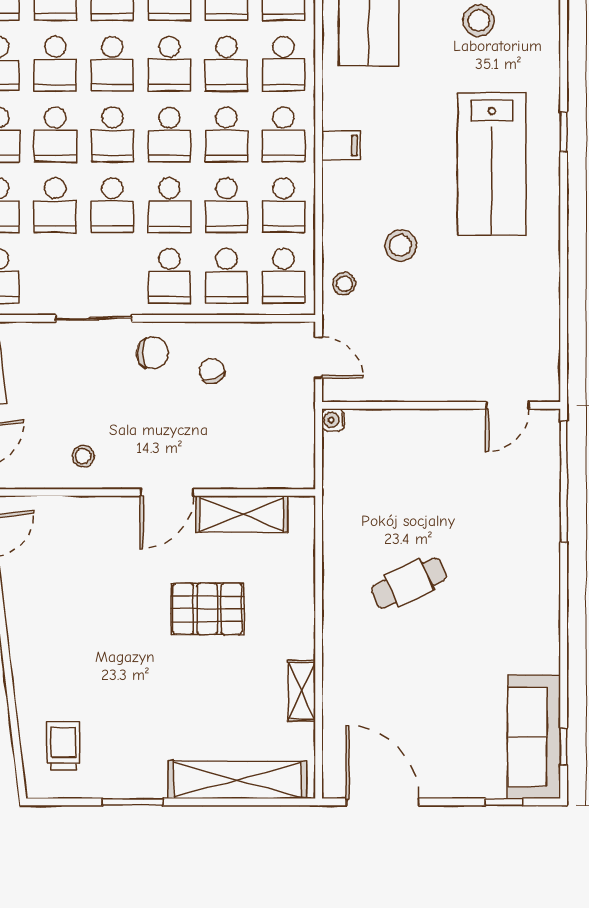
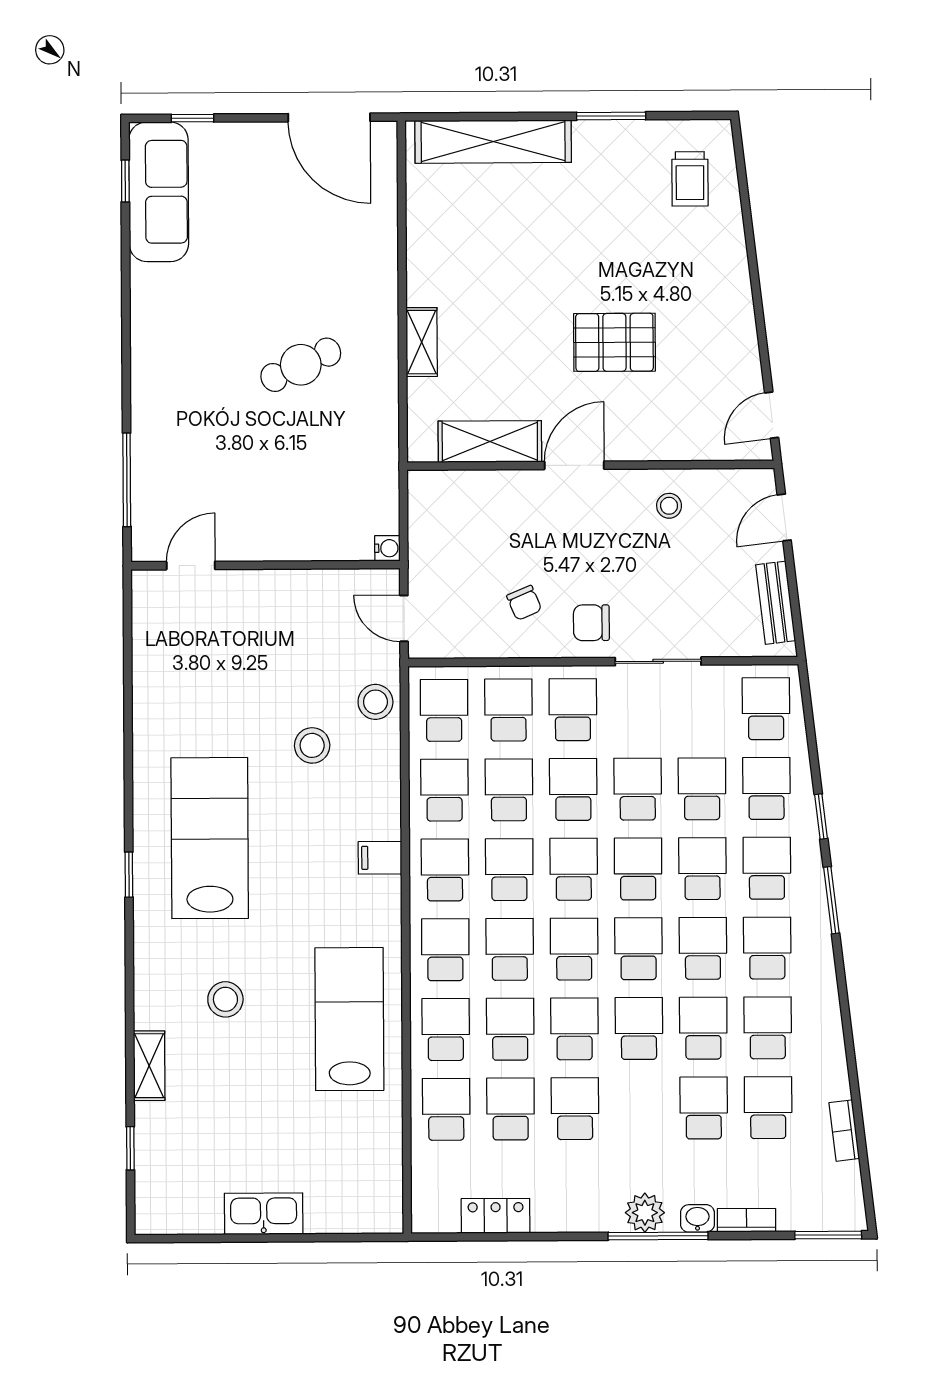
stool: (344, 284) -> (375, 702), width x1.37, depth x1.37
window: (564, 482) -> (127, 480), width x0.68
pallet: (207, 609) -> (614, 342), moved
shelving: (302, 691) -> (422, 342), moved

